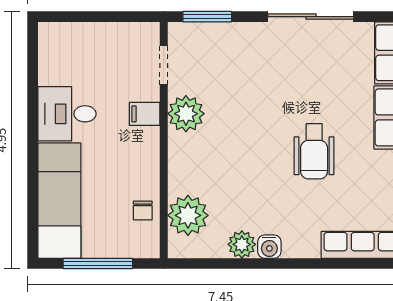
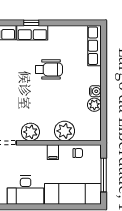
desk: (67, 114) -> (26, 190), width x1.37
filing cabinet: (145, 114) -> (53, 152), moved
plant: (188, 215) -> (65, 131), moved

